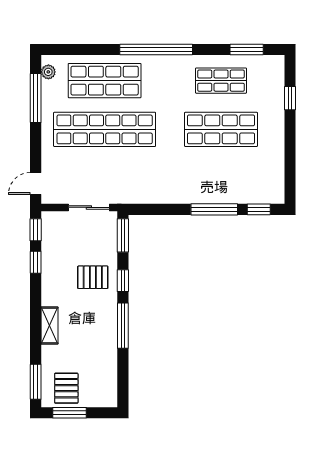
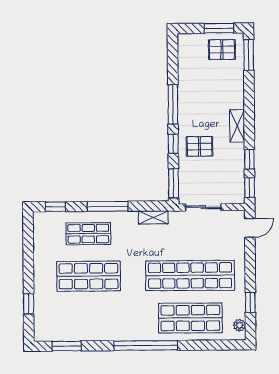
shop shelf: (221, 81) -> (88, 234), moved
window: (36, 98) -> (250, 302), width x0.46
shelving: (146, 196) -> (153, 217), added
window: (214, 209) -> (108, 206), moved
shelving: (49, 325) -> (237, 126), moved
pallet: (66, 388) -> (222, 50), turned 90

